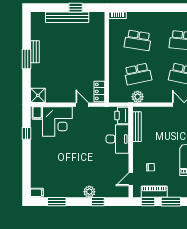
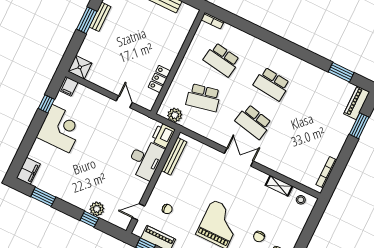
locker: (99, 91) -> (159, 79), moved
plant: (138, 97) -> (175, 115), moved
corner desk: (57, 121) -> (61, 129), moved, turned -90
plant: (89, 192) -> (97, 209), moved
filing cabinet: (37, 193) -> (28, 171), width x2.00

